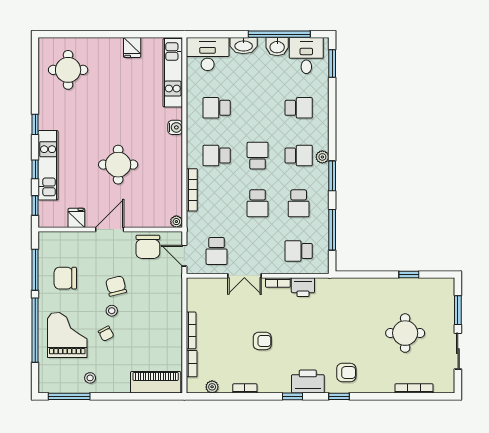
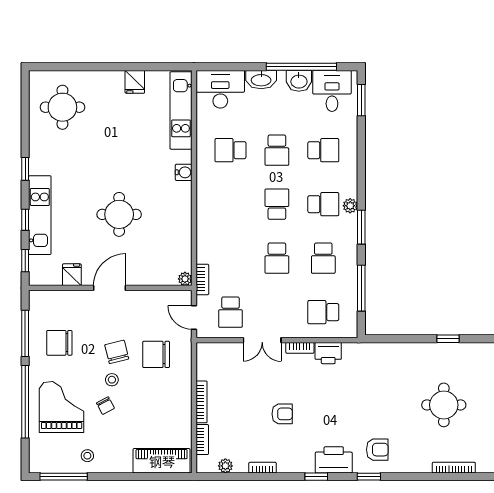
school desk: (217, 156) -> (277, 150), moved, turned -90
bookcase: (192, 190) -> (202, 279), moved, width x0.64
chair: (148, 247) -> (156, 354), moved, turned 90

